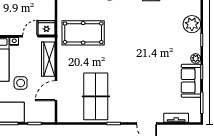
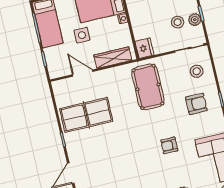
armchair: (142, 26) -> (169, 145), added
door: (30, 36) -> (132, 34), removed

